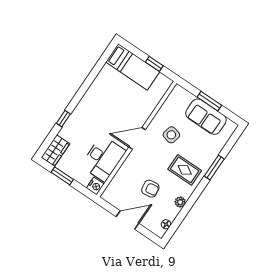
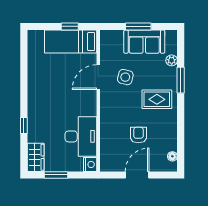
bed: (133, 67) -> (71, 42), moved, turned 180
door: (137, 138) -> (98, 77), moved
armchair: (150, 189) -> (138, 135), turned -81
plant: (180, 202) -> (172, 60), moved

